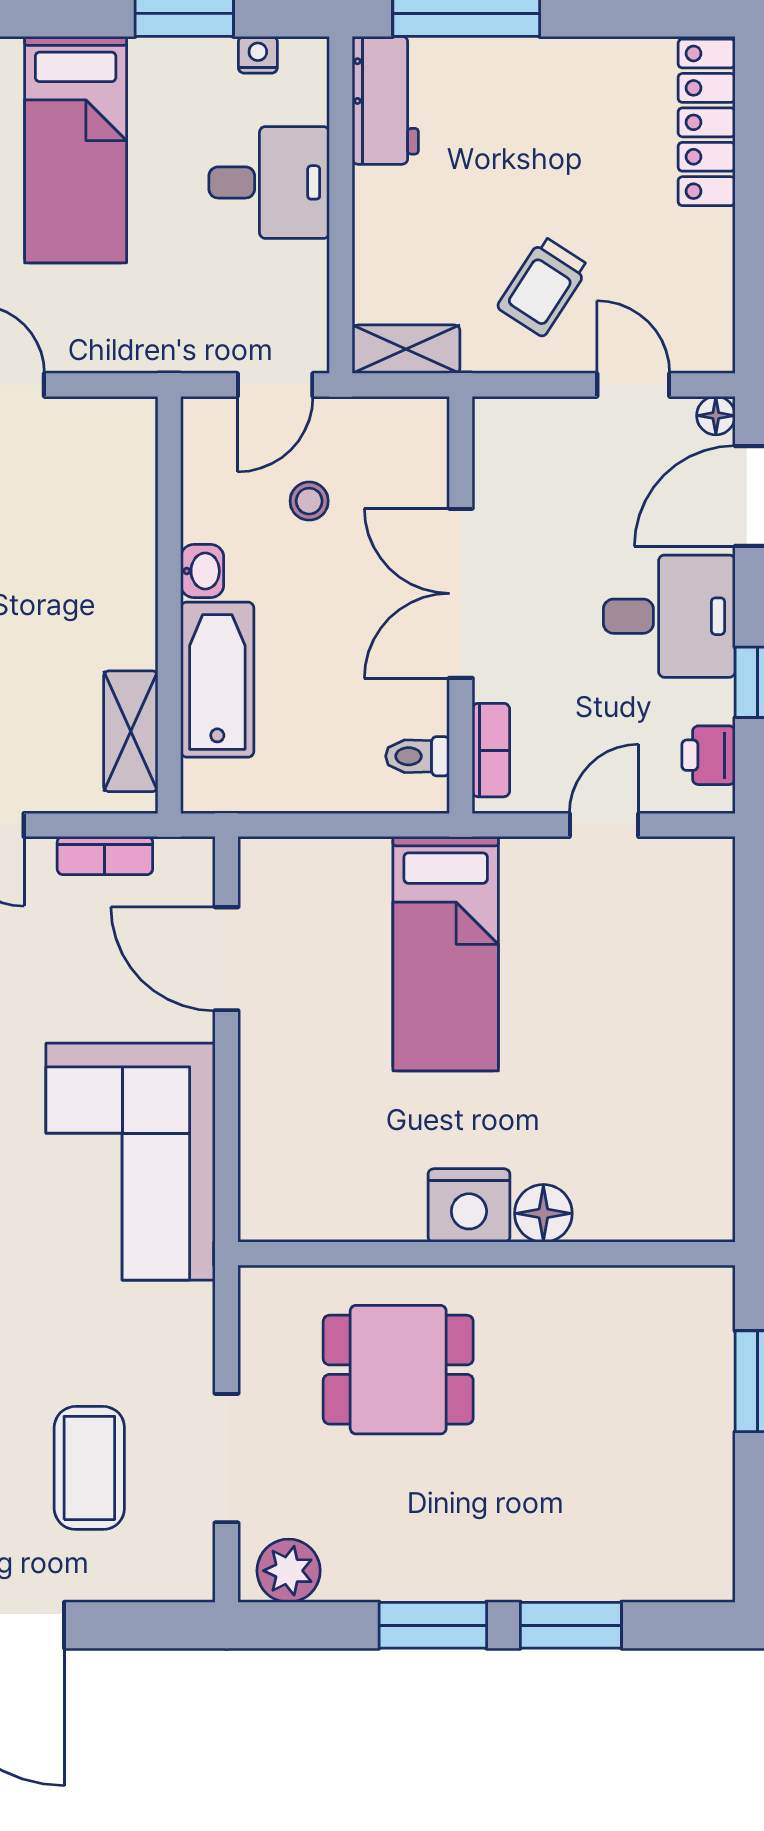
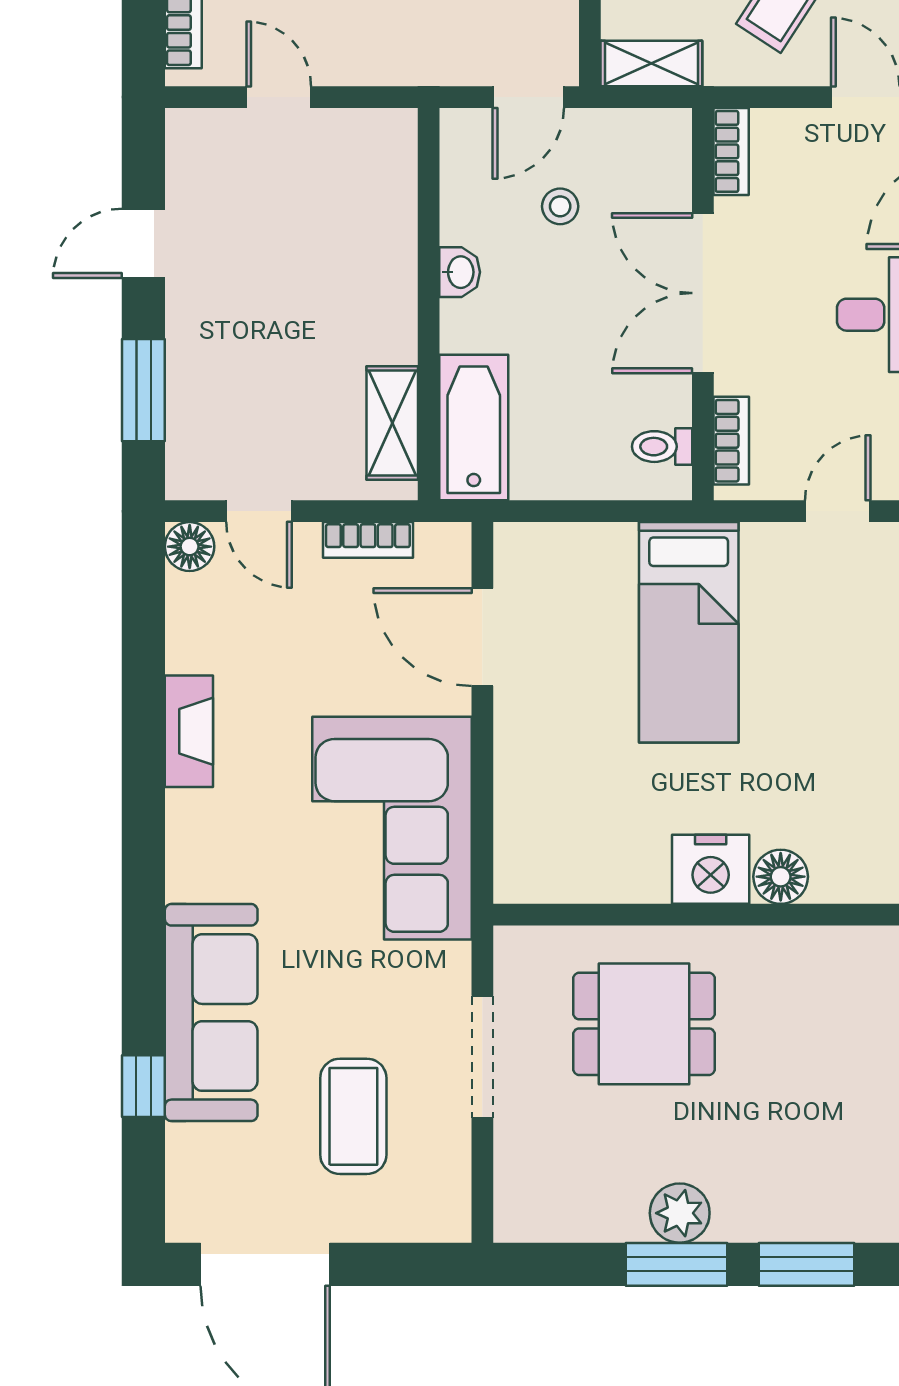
bookcase: (491, 443) -> (731, 151), added
bathtub: (217, 680) -> (474, 428), moved
doorway: (226, 1458) -> (482, 1057), moved
plant: (289, 1571) -> (680, 1213), moved

